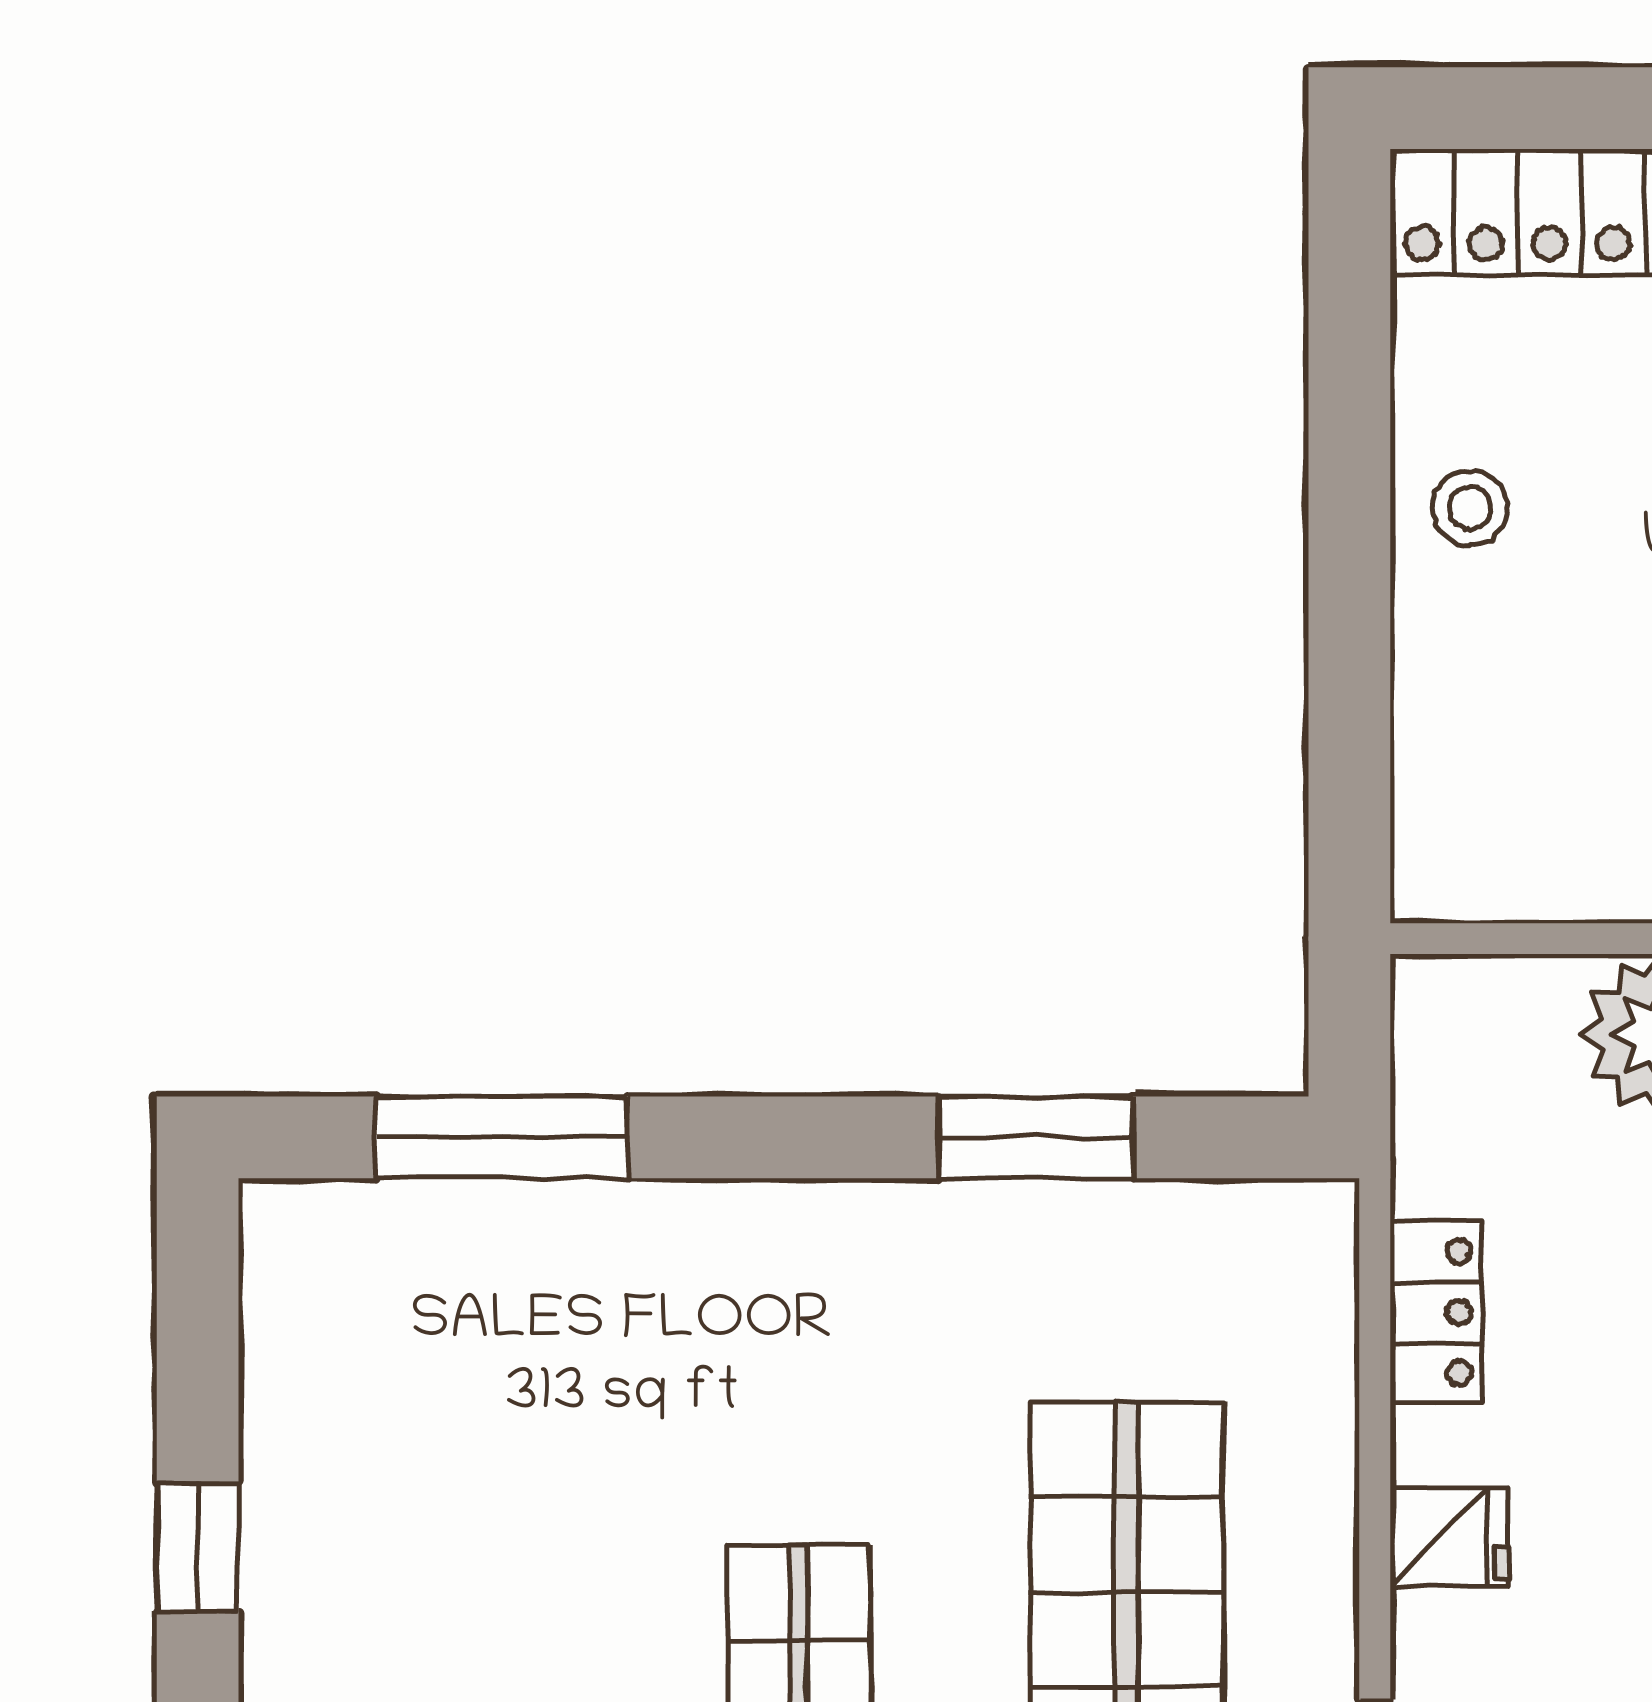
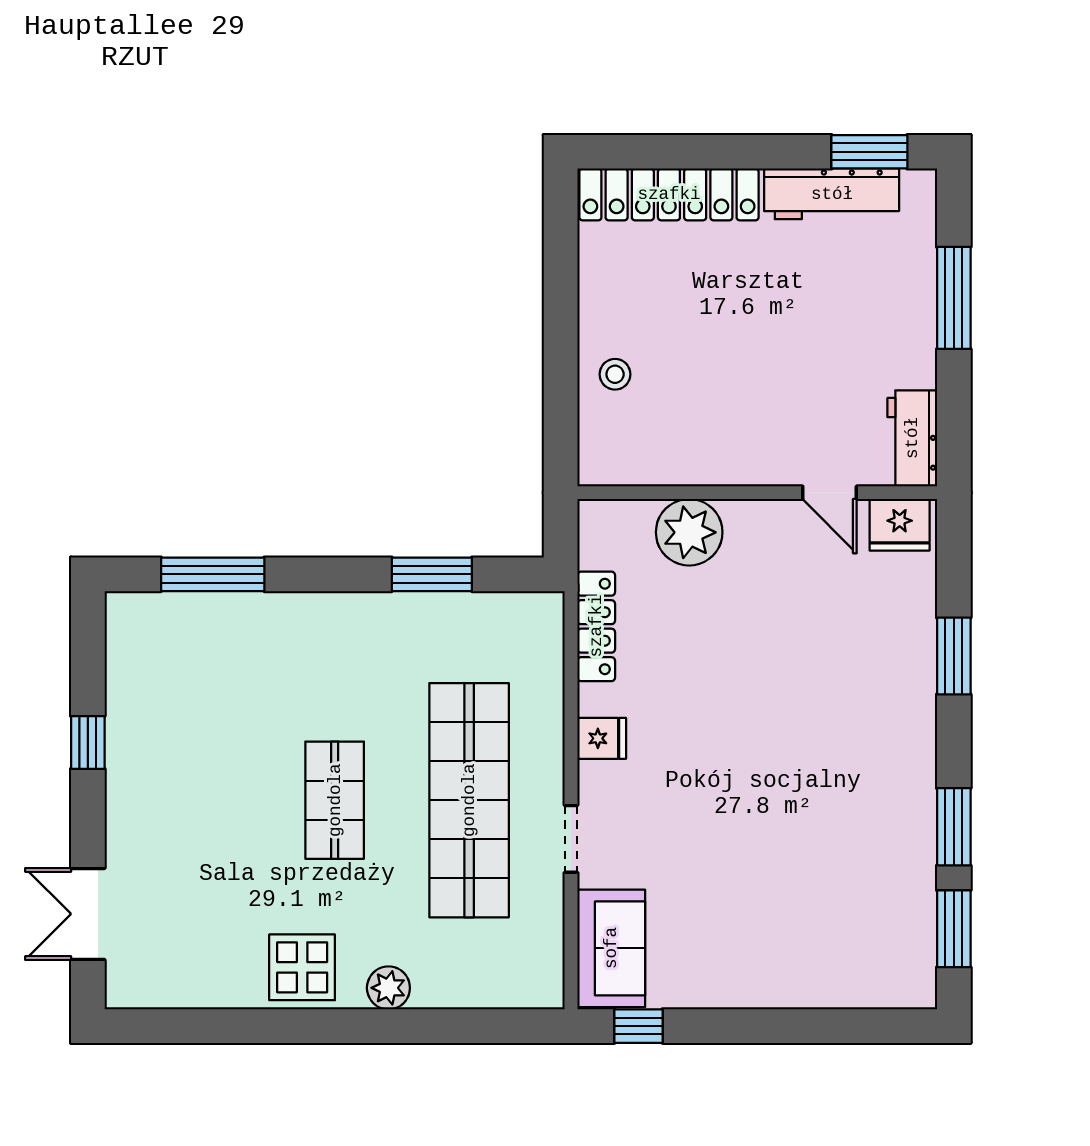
stool: (1470, 508) -> (615, 374), moved
locker: (1436, 1312) -> (596, 626), width x1.53

